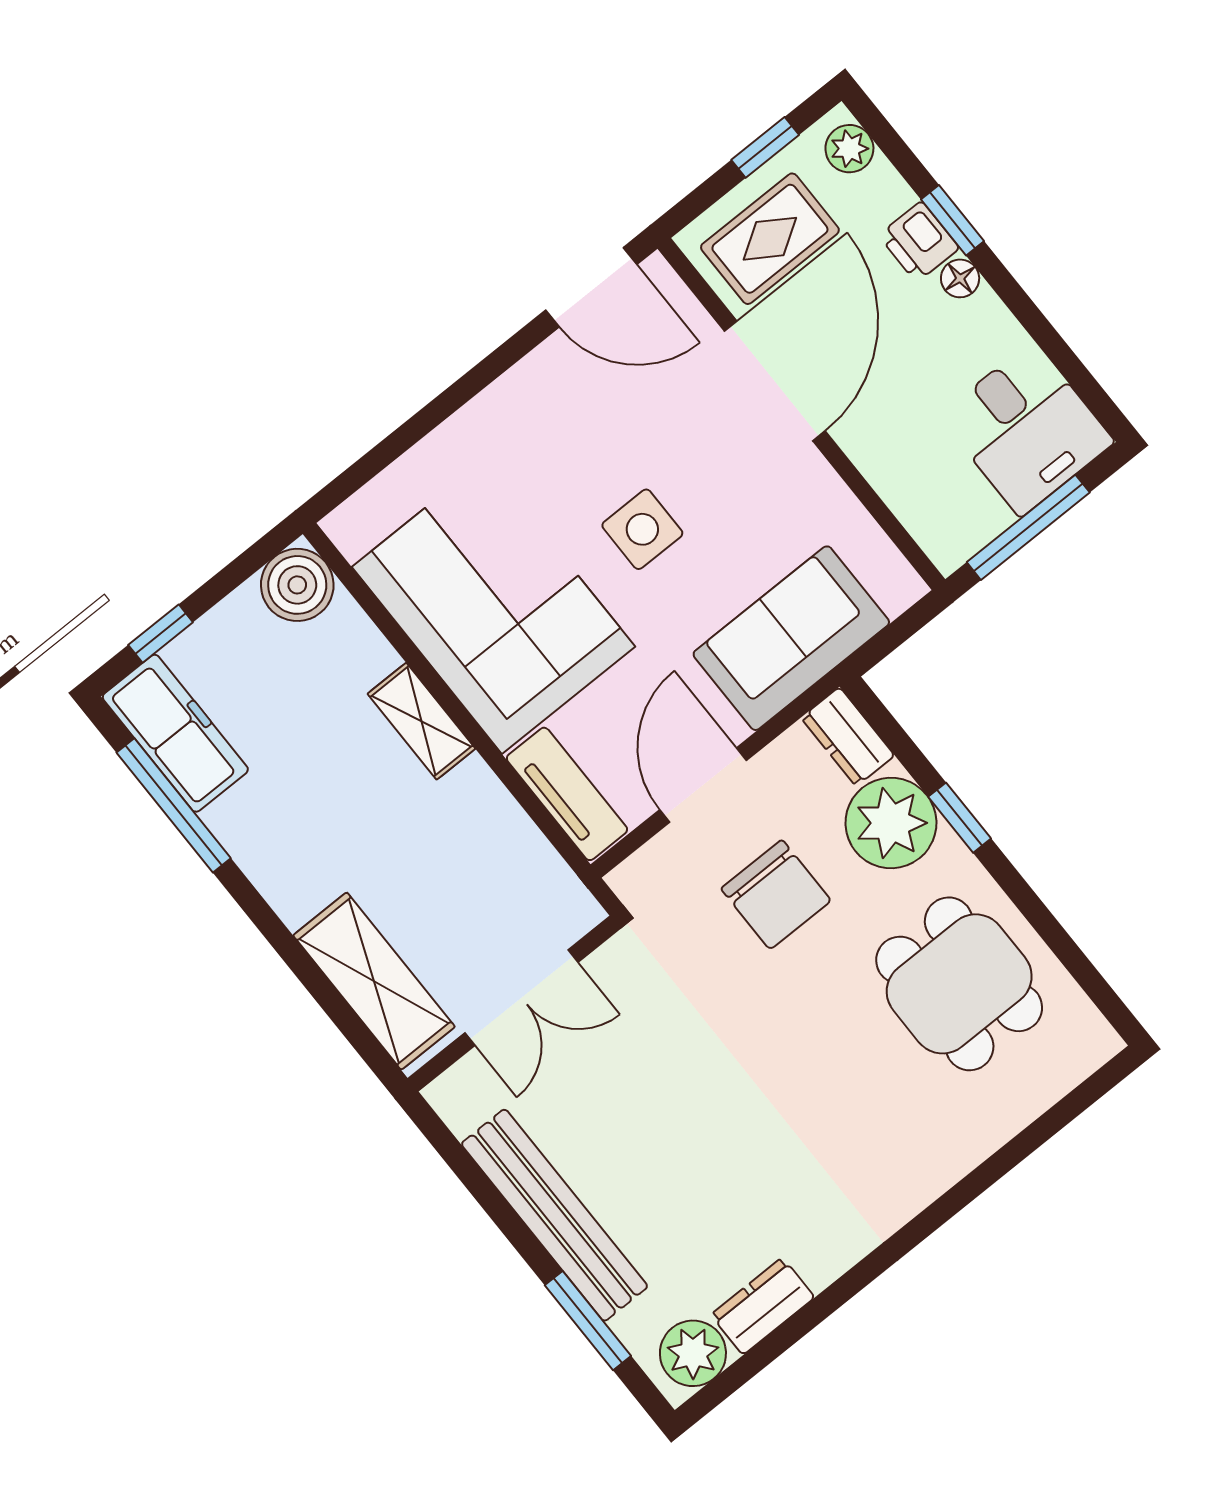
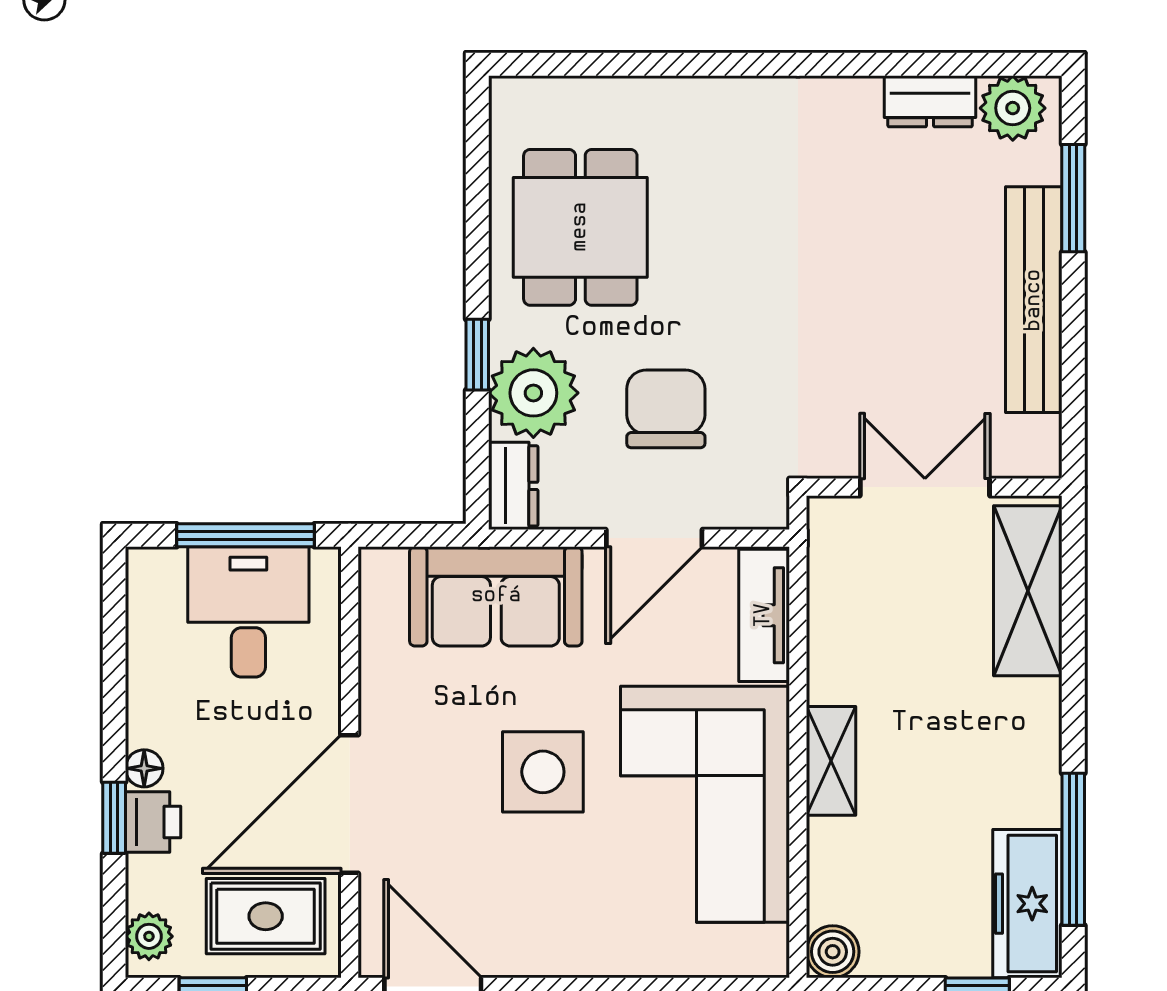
desk: (1026, 429) -> (248, 612), moved
side table: (642, 529) -> (543, 772), width x1.37, depth x1.37
boiler: (297, 585) -> (833, 952), width x0.73, depth x0.73

